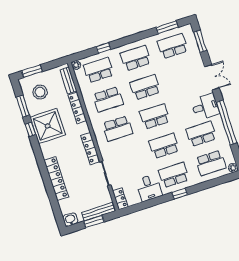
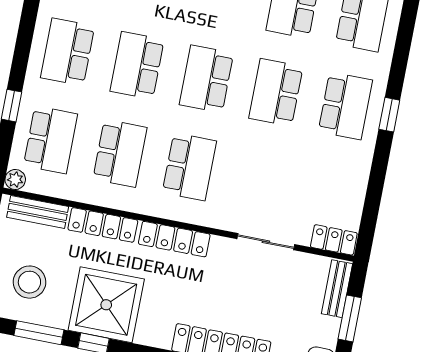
school desk: (99, 70) -> (51, 140), turned 180
locker: (90, 149) -> (174, 239), moved
school desk: (174, 175) -> (345, 106), turned 180
desk: (149, 188) -> (344, 170), removed
bench: (98, 212) -> (337, 289), width x0.73

